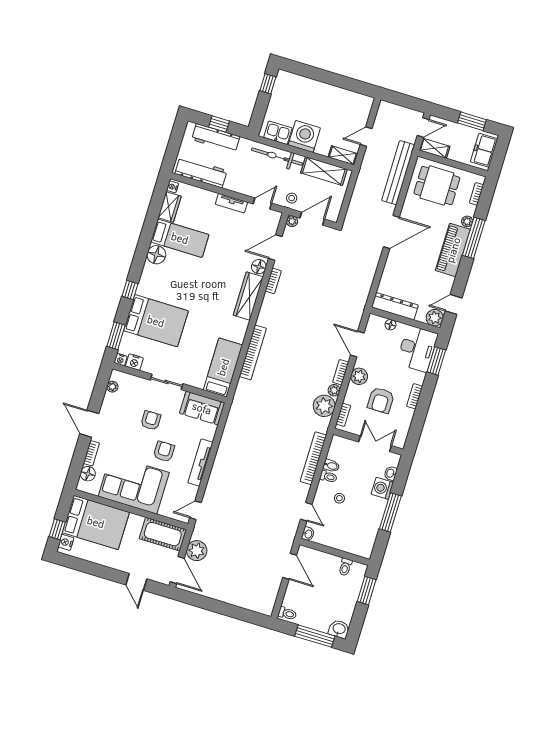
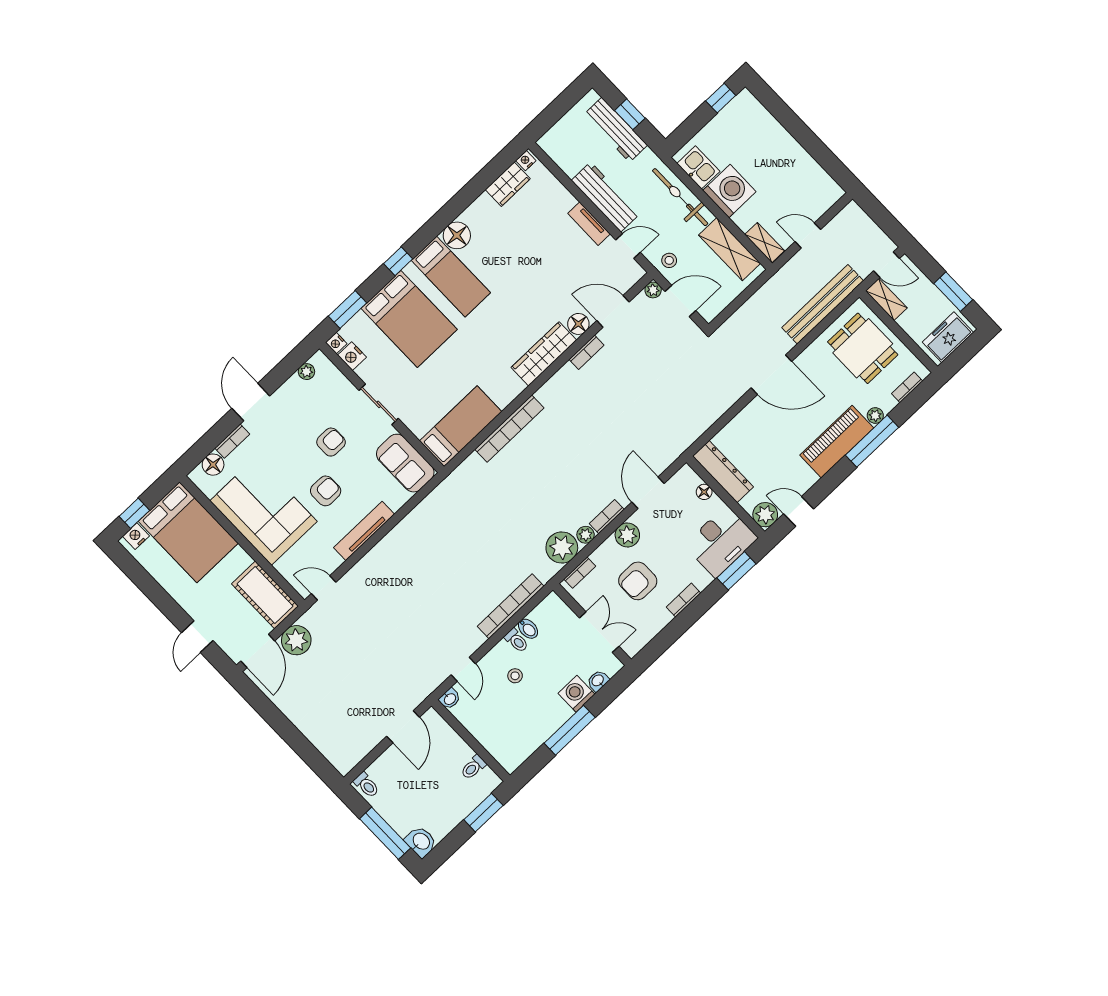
workbench: (201, 172) -> (606, 197), moved
bed: (180, 238) -> (451, 277), moved

